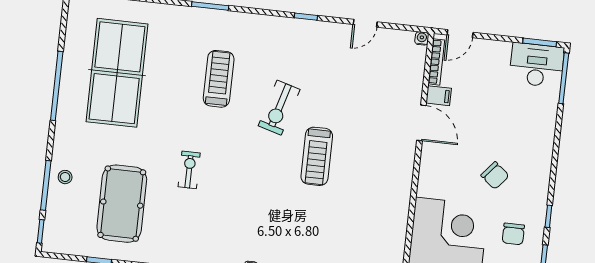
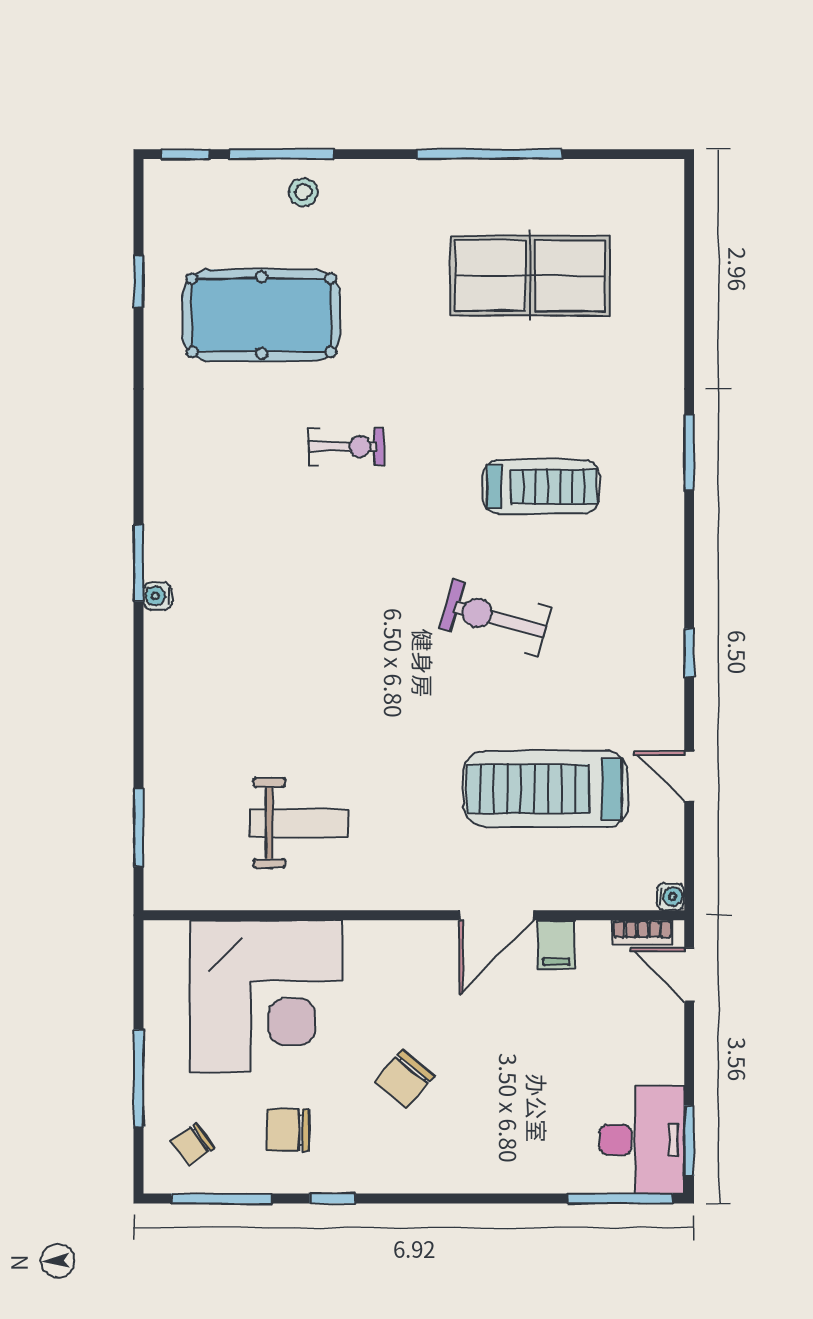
bookcase: (436, 62) -> (643, 932), width x0.64
table tennis table: (117, 73) -> (530, 276), width x0.73, depth x0.76
treadmill: (317, 156) -> (546, 789), moved, width x1.37, depth x1.38
weight bench: (367, 212) -> (299, 823), added

